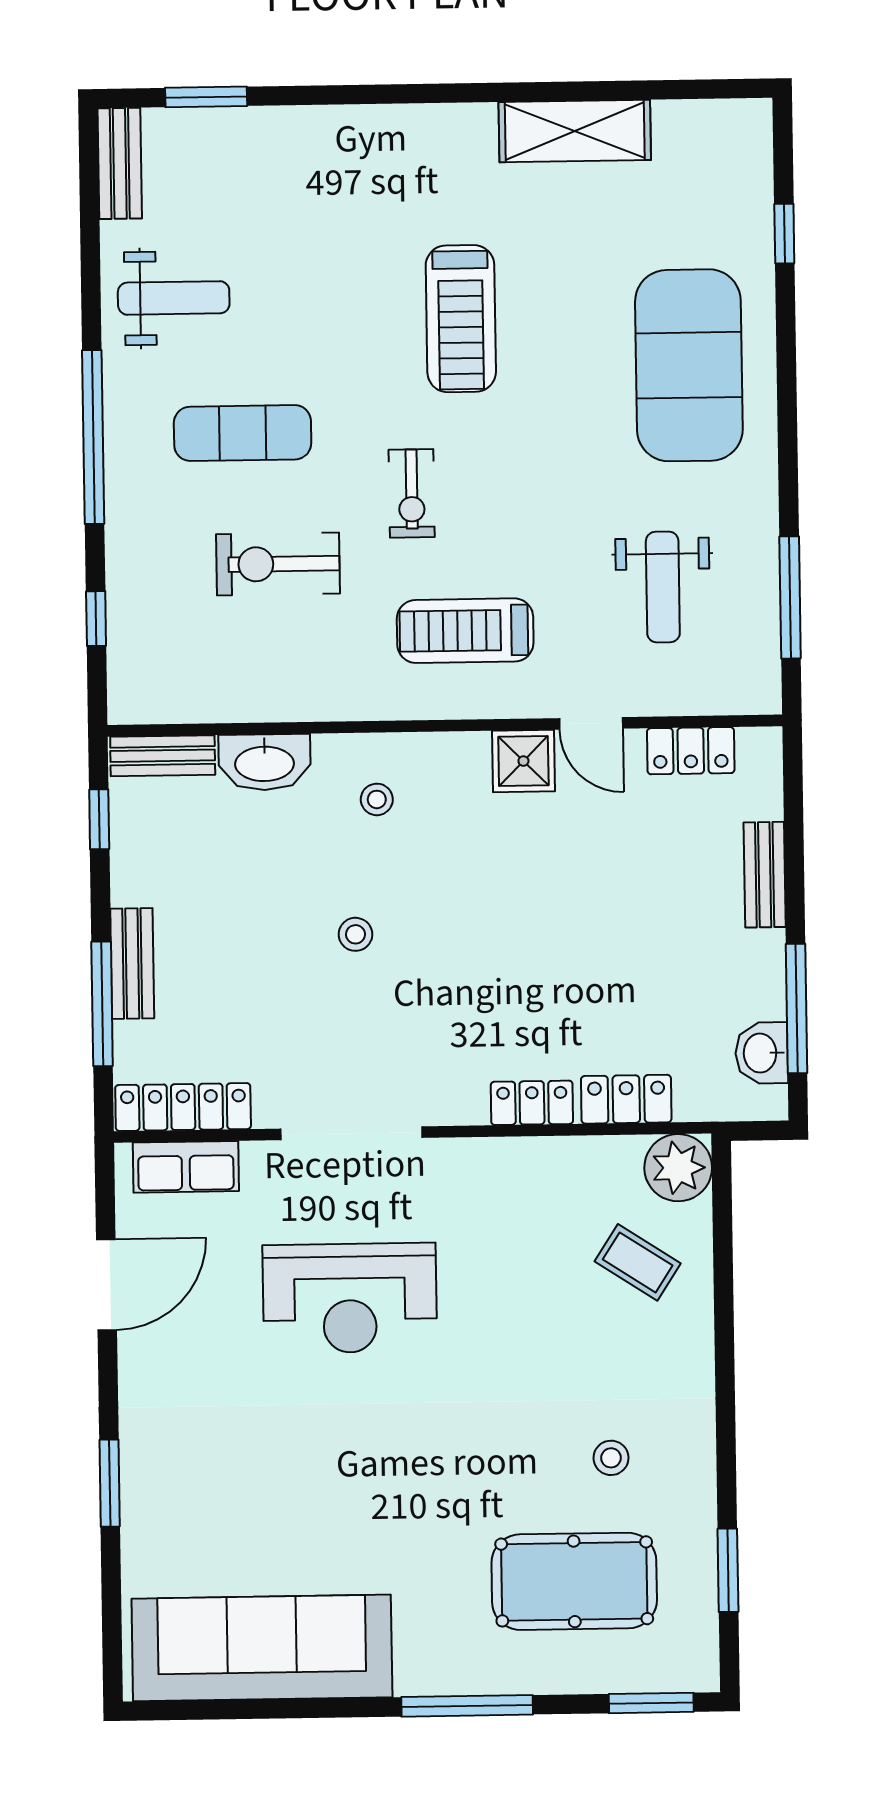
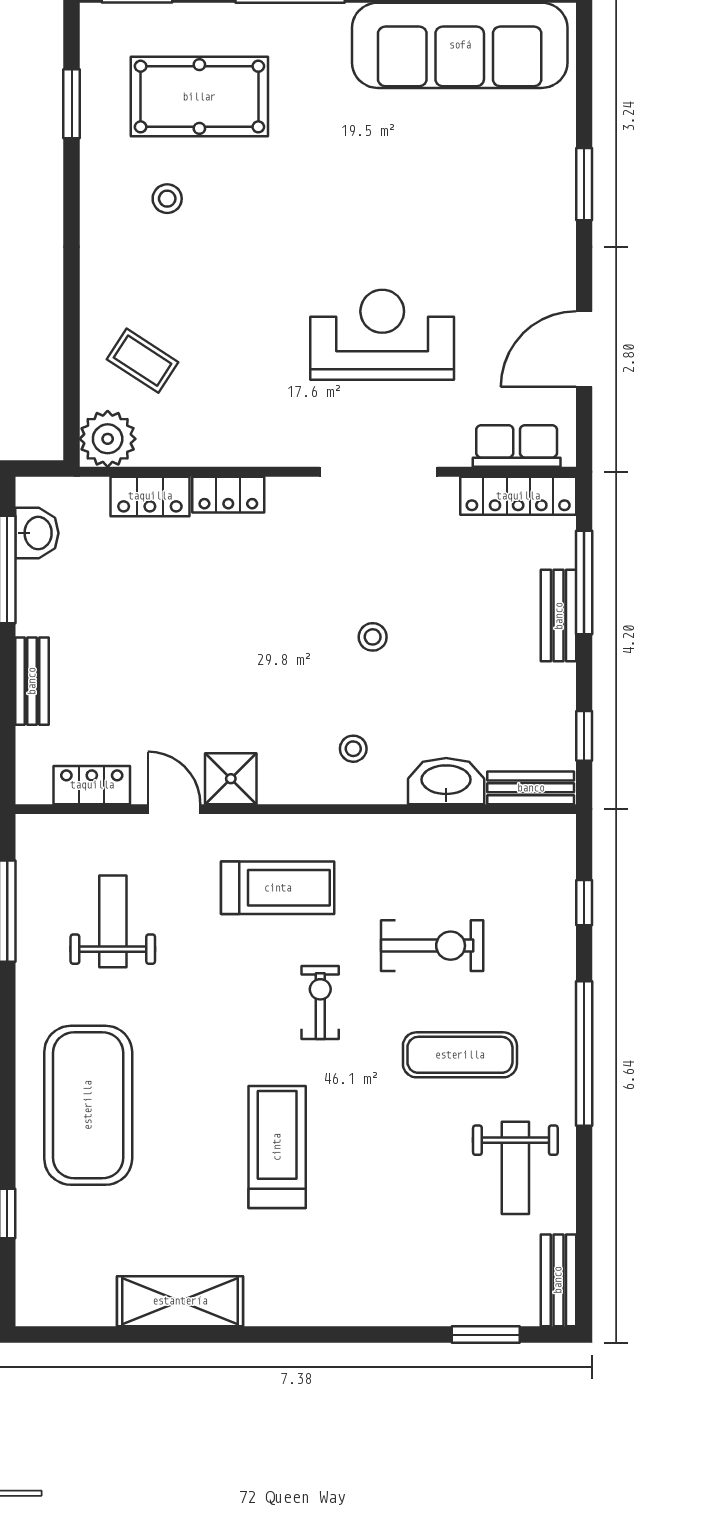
weight bench: (174, 298) -> (515, 1168), turned -90

